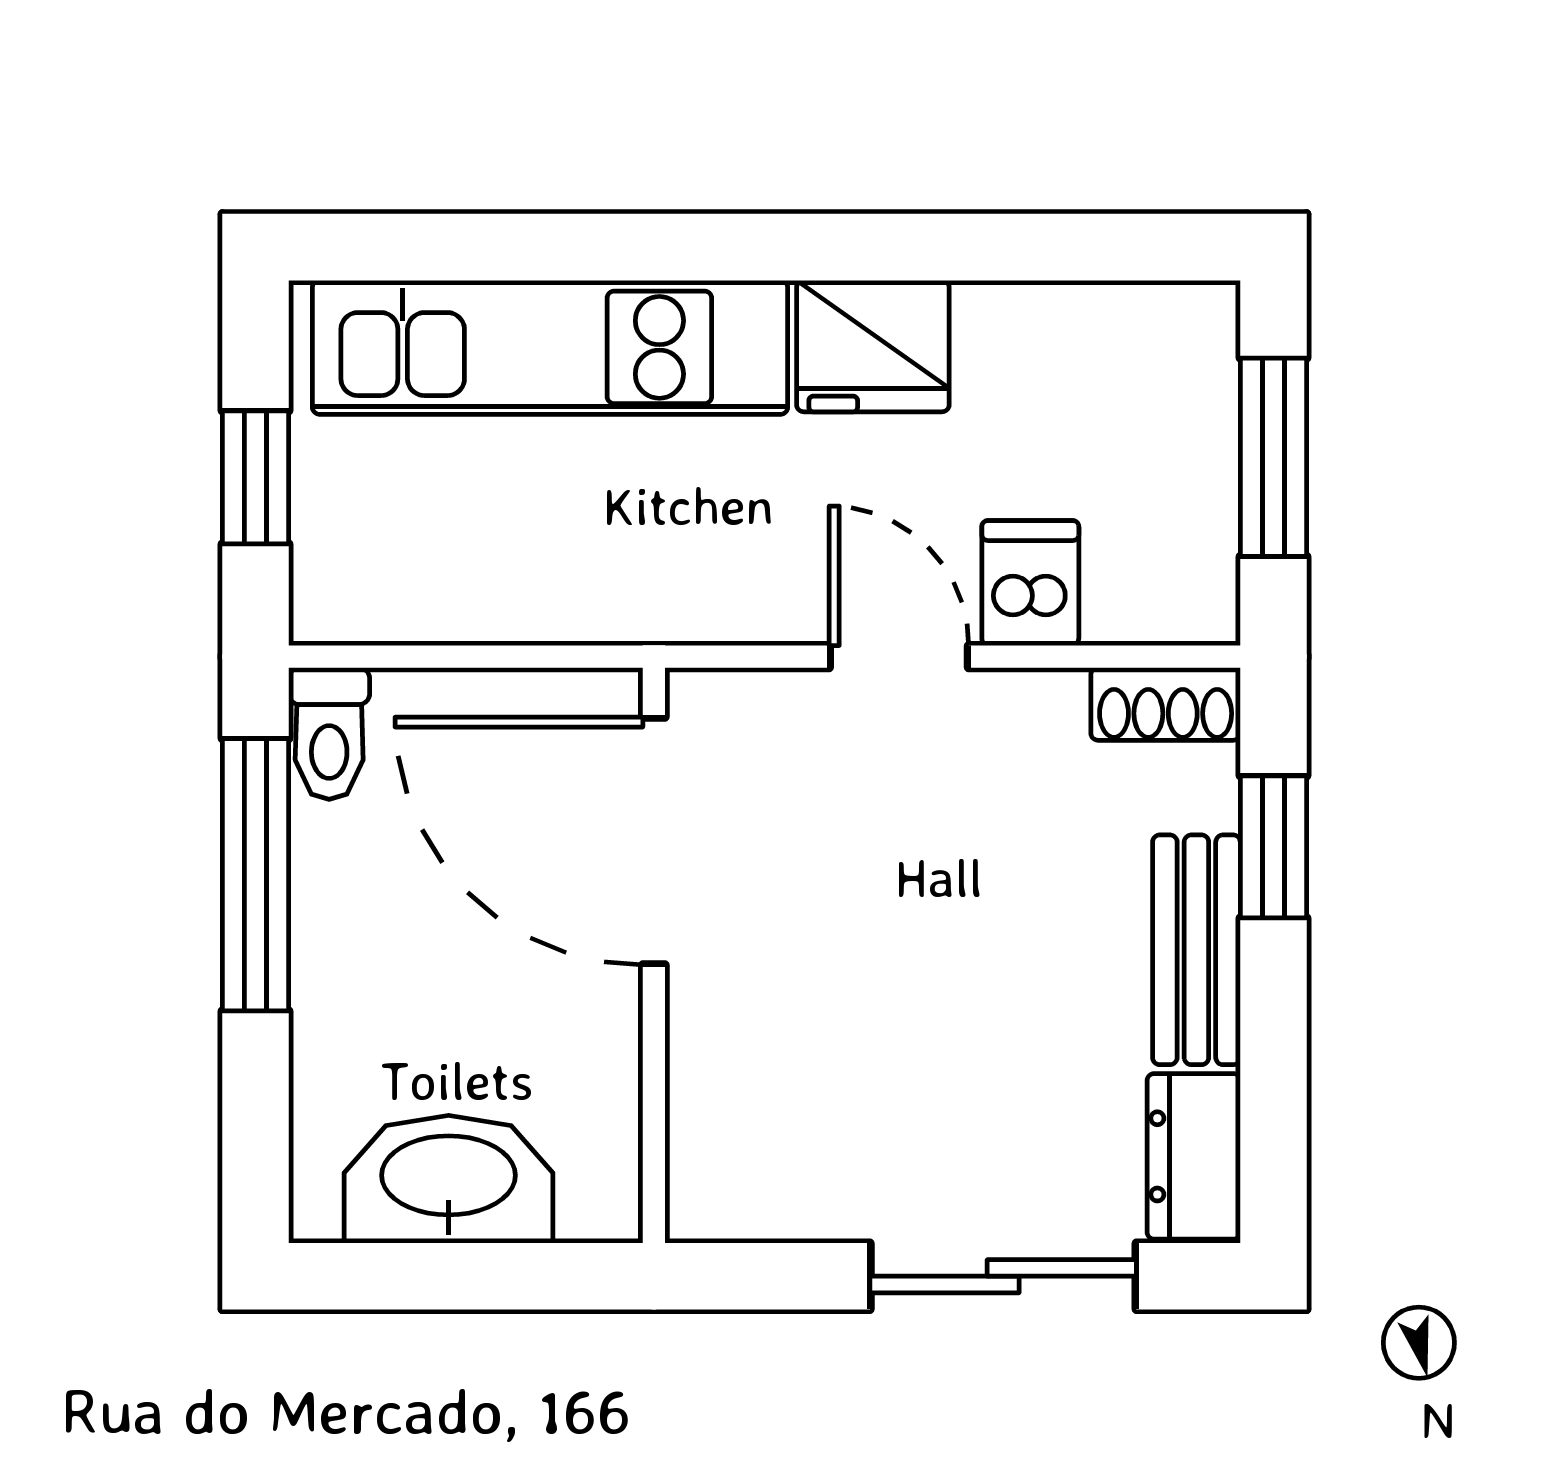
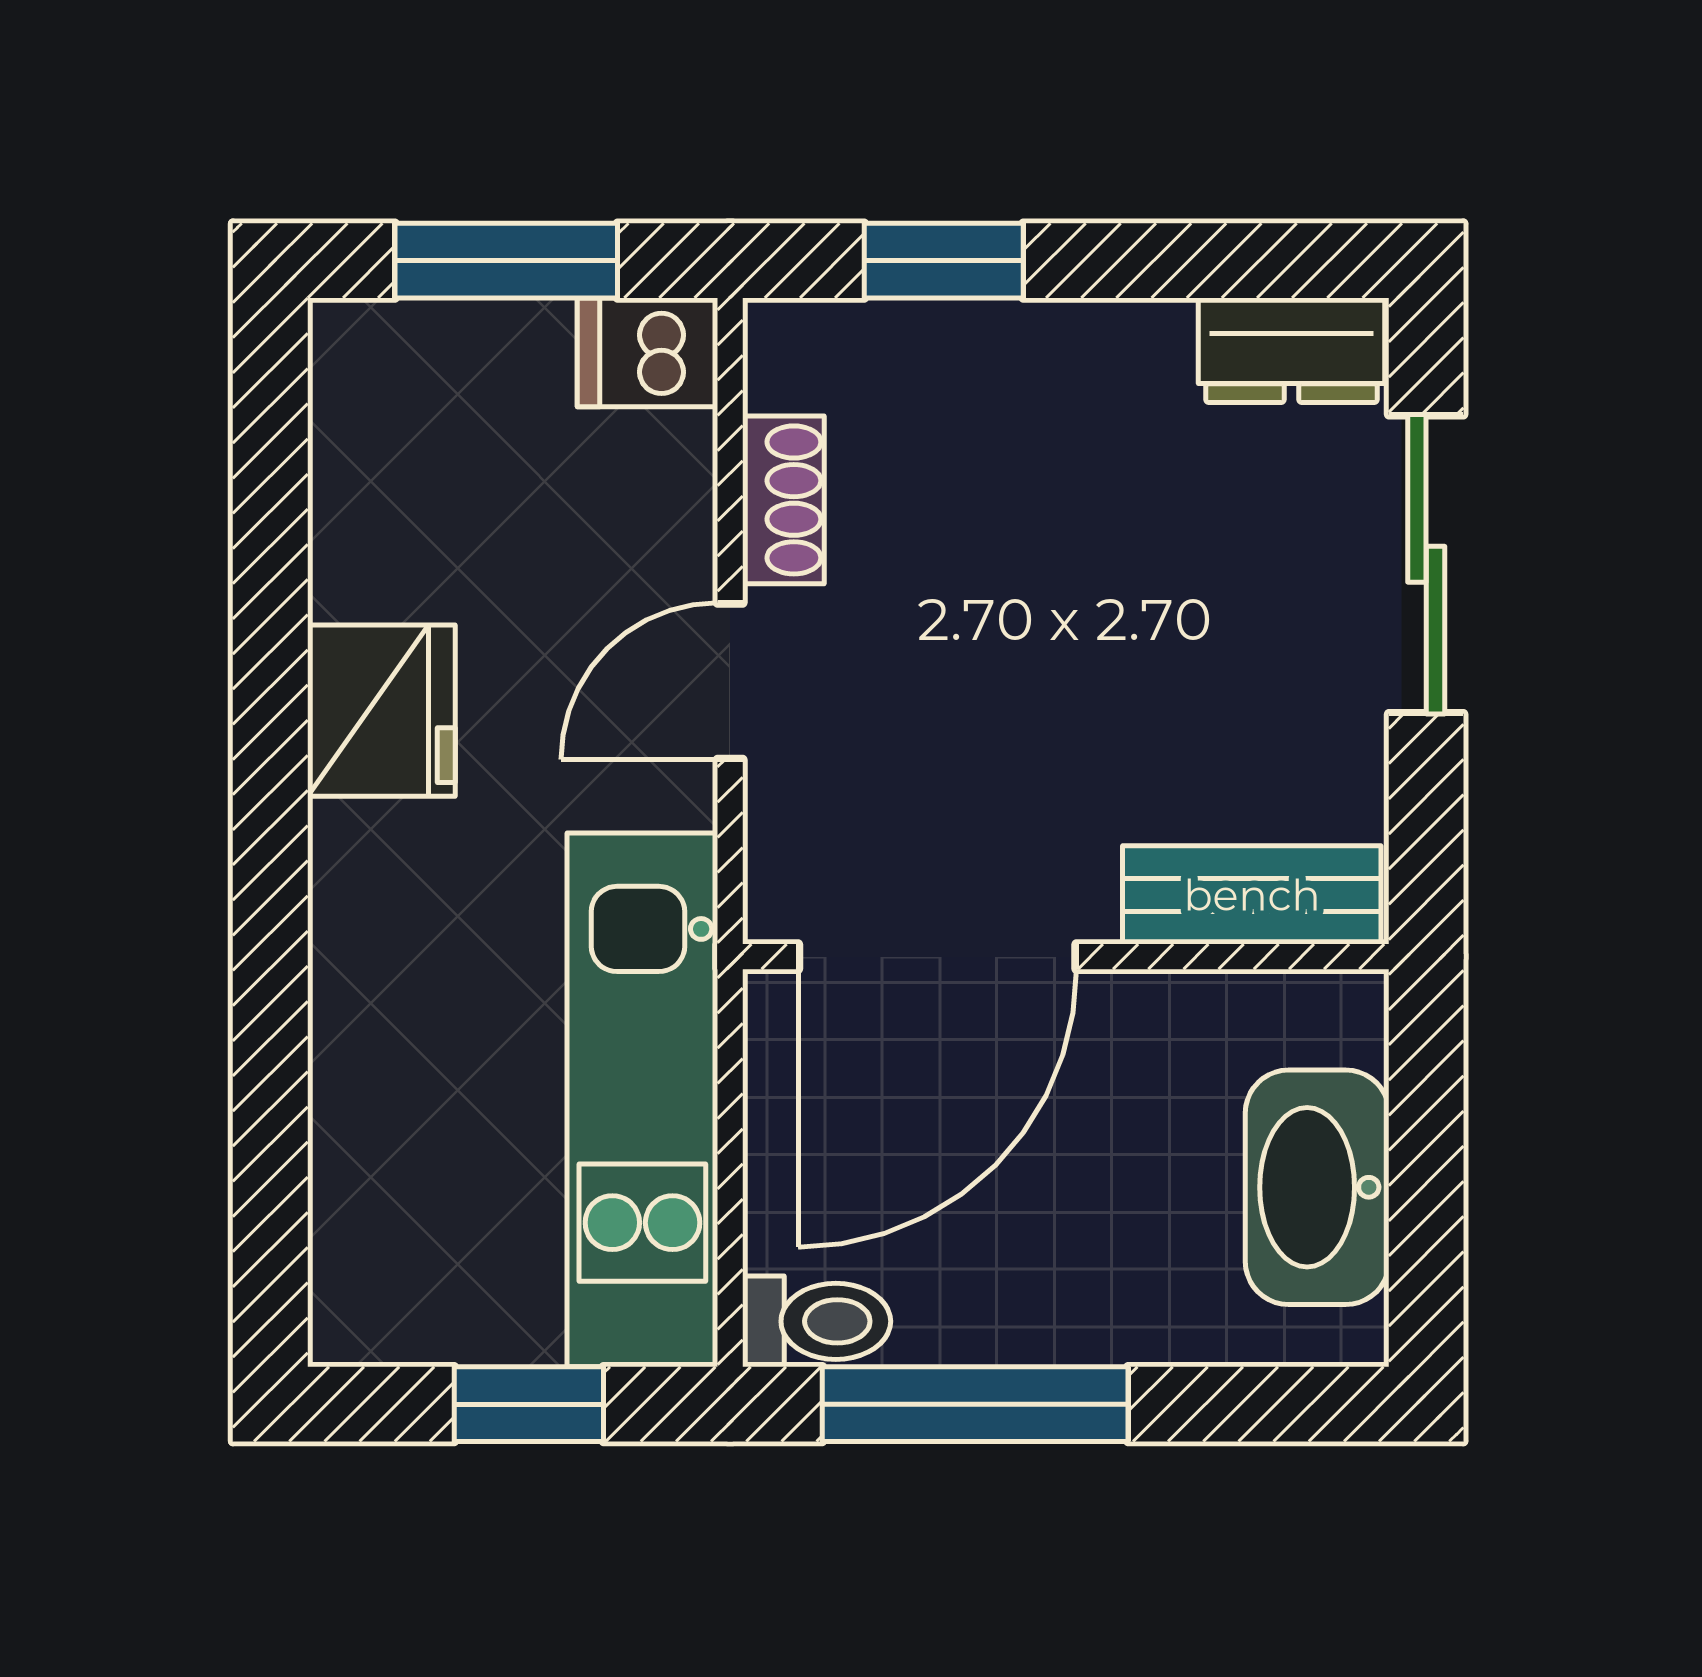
kitchen unit: (550, 347) -> (642, 1100), moved, turned 180
dishwasher: (1030, 583) -> (647, 352), moved
shoe rack: (1166, 704) -> (783, 500), moved
bench: (1196, 950) -> (1252, 895), moved

